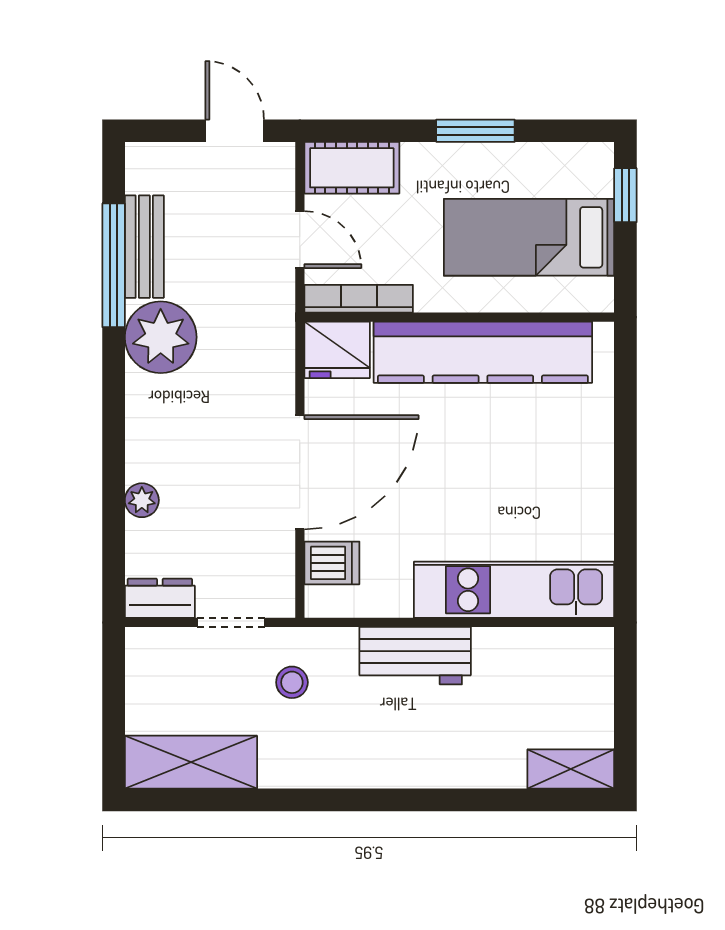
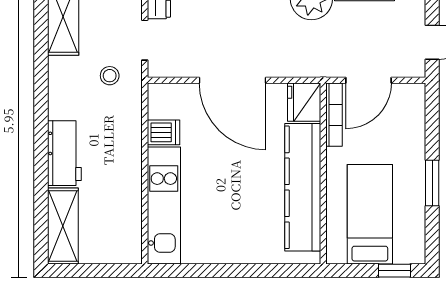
cot: (352, 168) -> (411, 111), removed
door: (300, 240) -> (369, 80), width x1.38
dishwasher: (332, 563) -> (163, 132), moved, turned -90
workbench: (415, 656) -> (64, 153), moved, turned 180
shelving: (571, 769) -> (63, 226), width x1.50, depth x1.33

